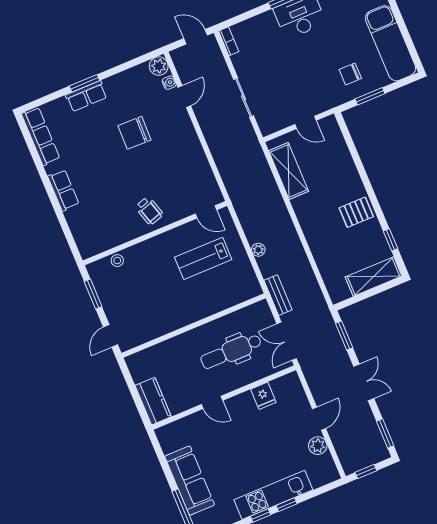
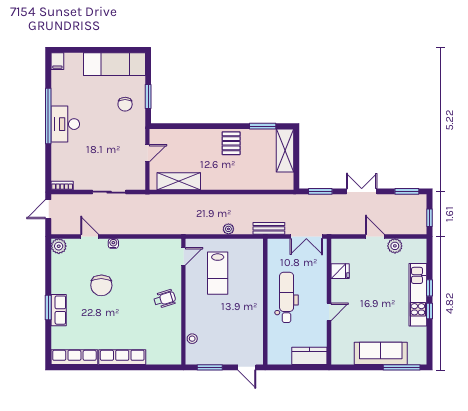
water cooler: (169, 83) -> (113, 243), moved
row of seats: (63, 190) -> (122, 357), width x1.48
window: (390, 240) -> (263, 126), width x1.50
dental chair: (231, 351) -> (287, 297), moved, turned 180

